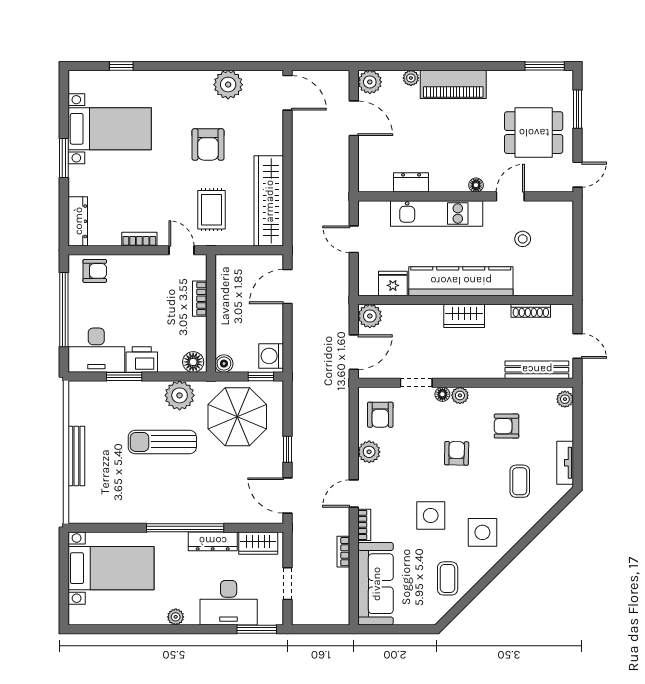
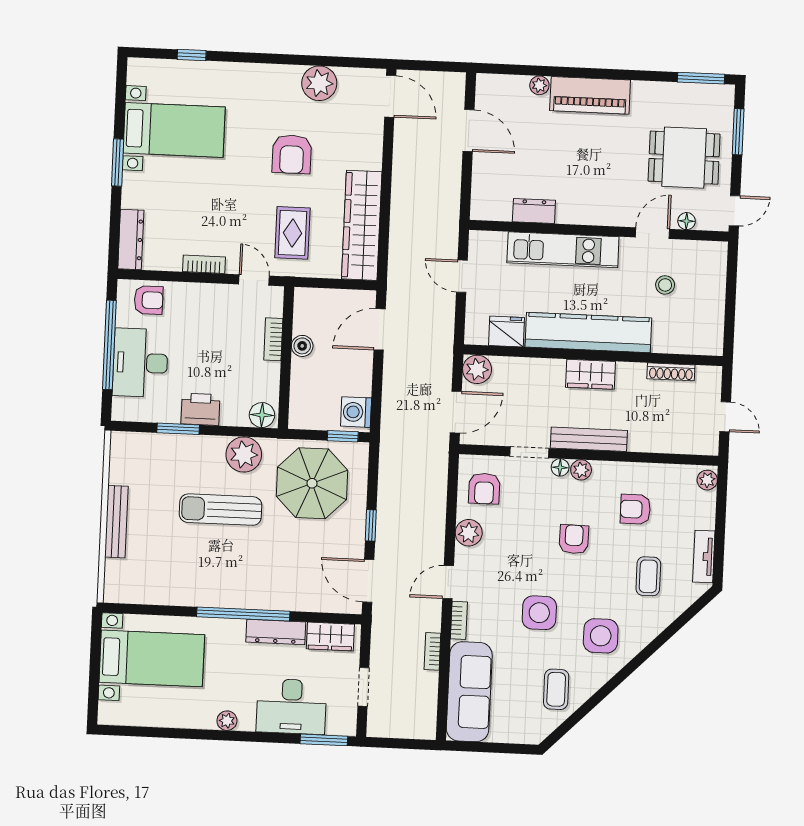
plant: (370, 82) -> (490, 88), removed
floor lamp: (476, 185) -> (687, 221), moved
desk: (96, 350) -> (140, 363), moved, turned 90
boiler: (224, 364) -> (302, 346), moved
bench: (537, 370) -> (589, 439), moved

